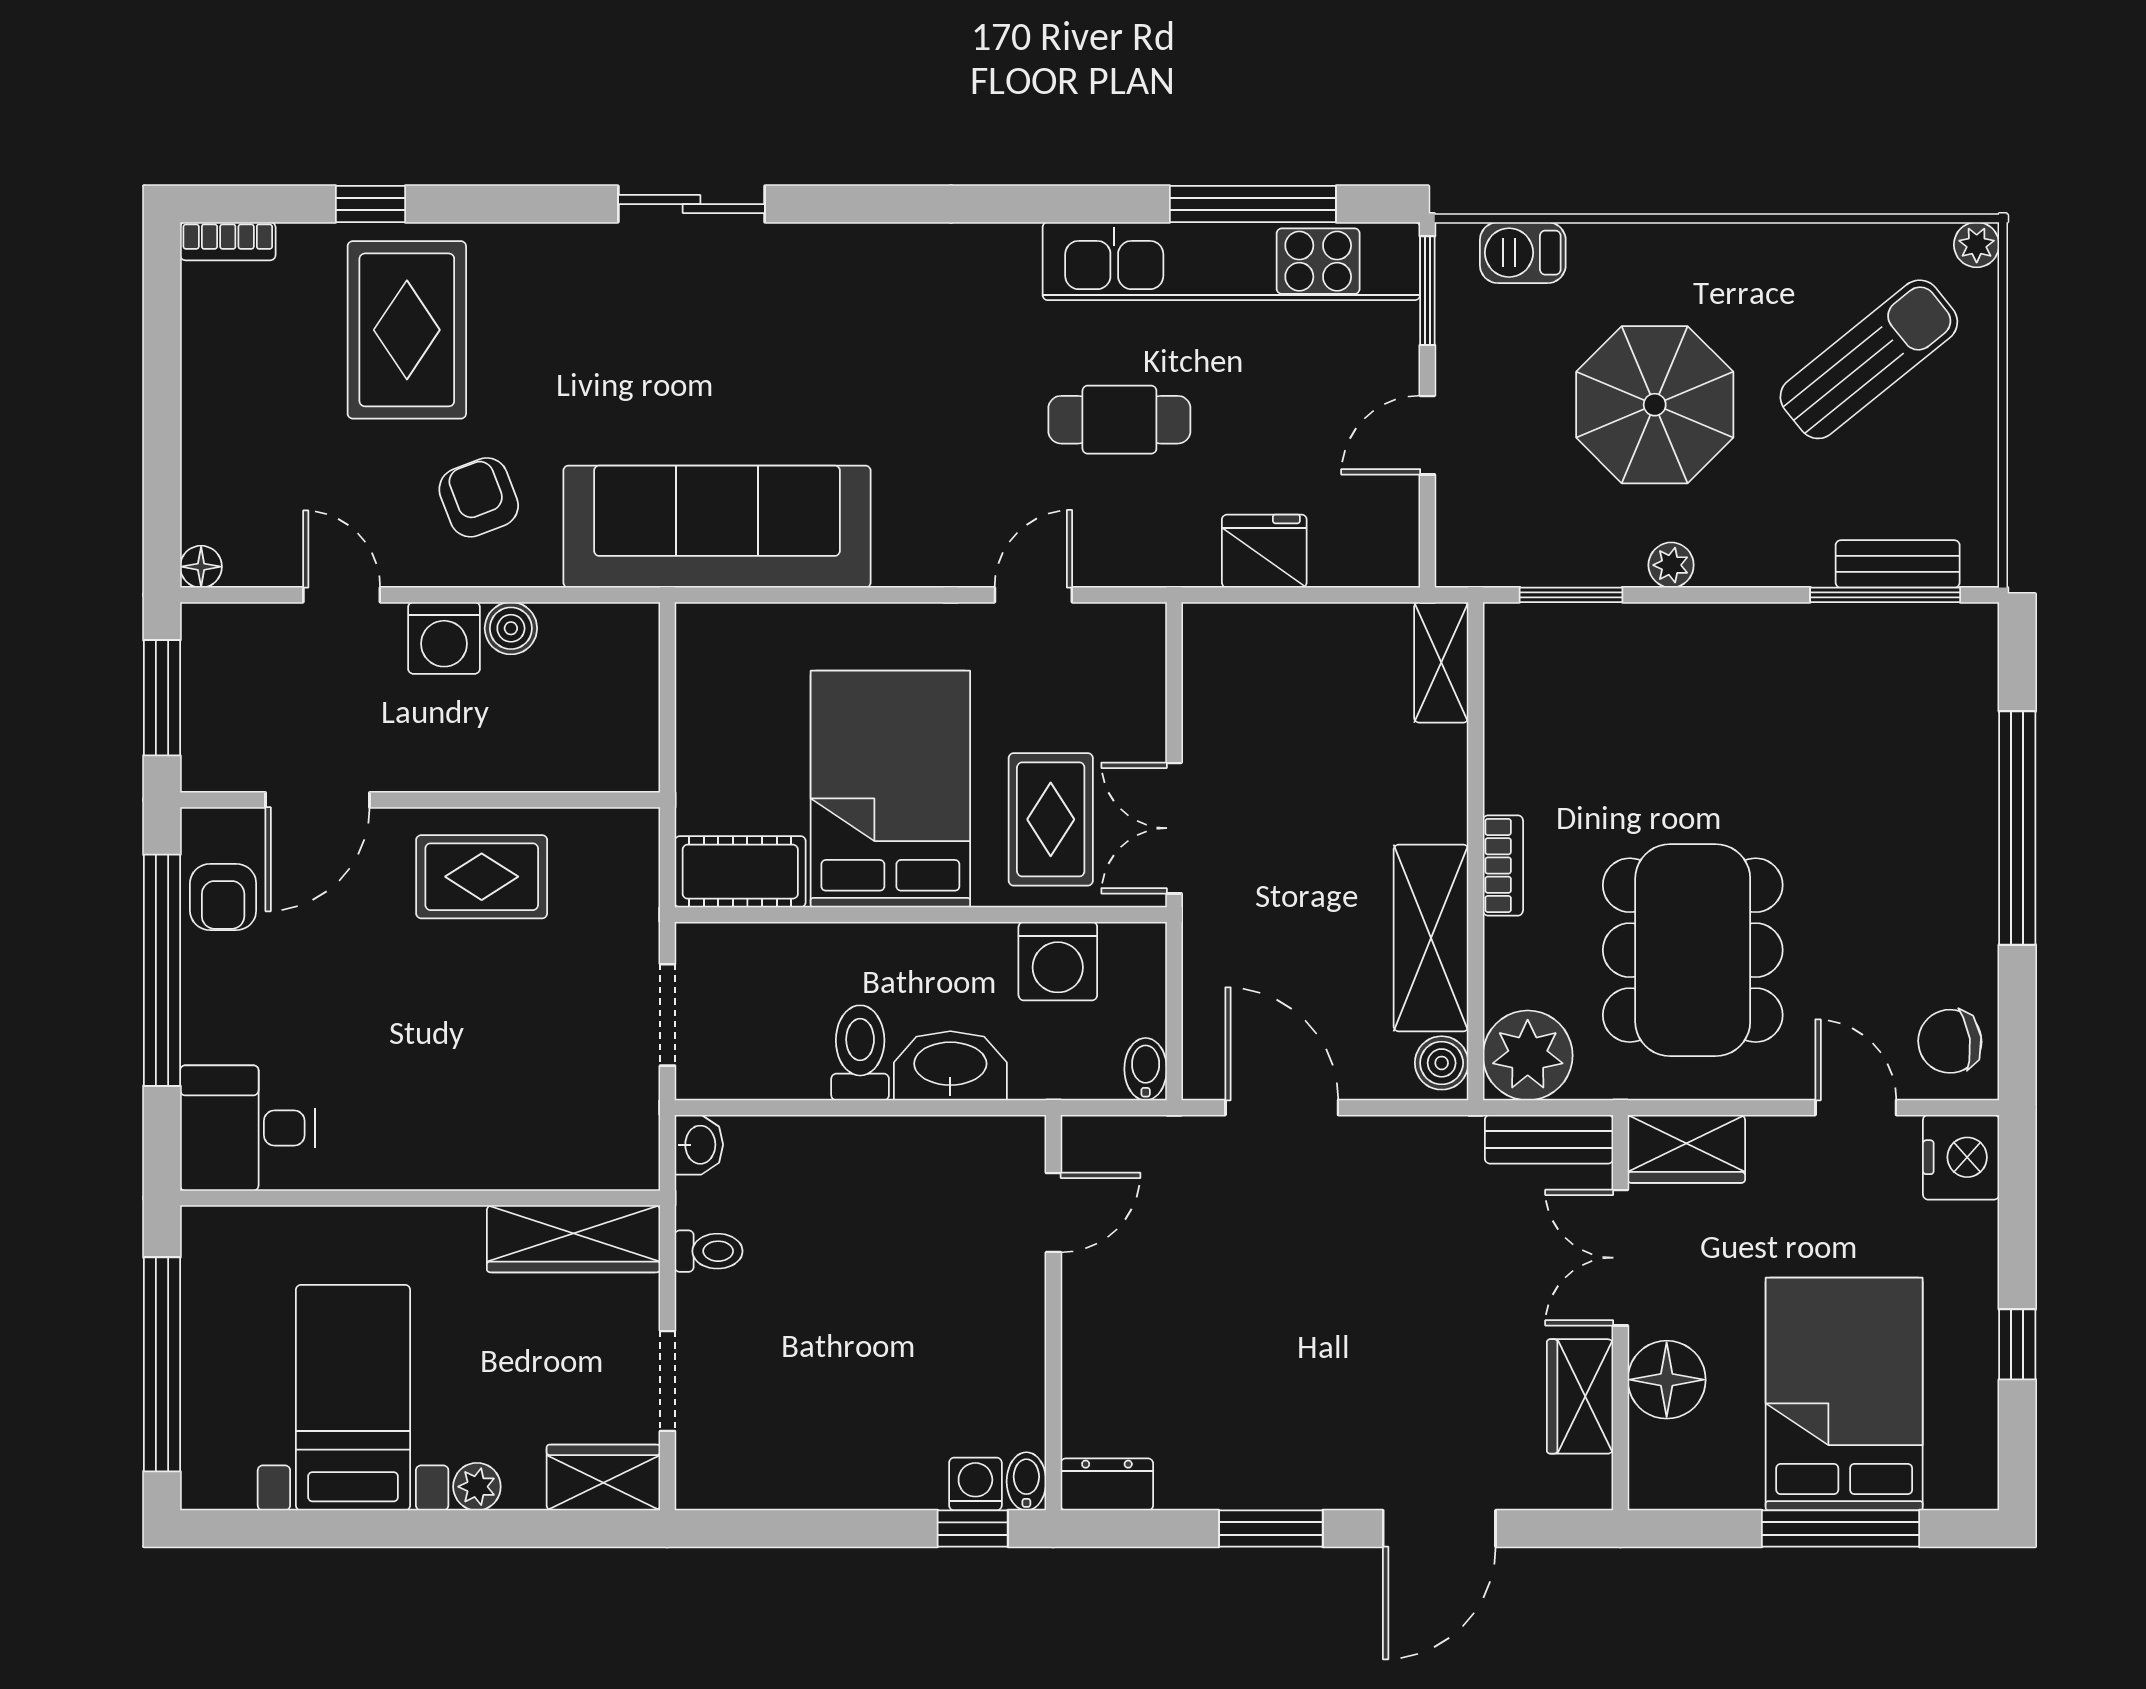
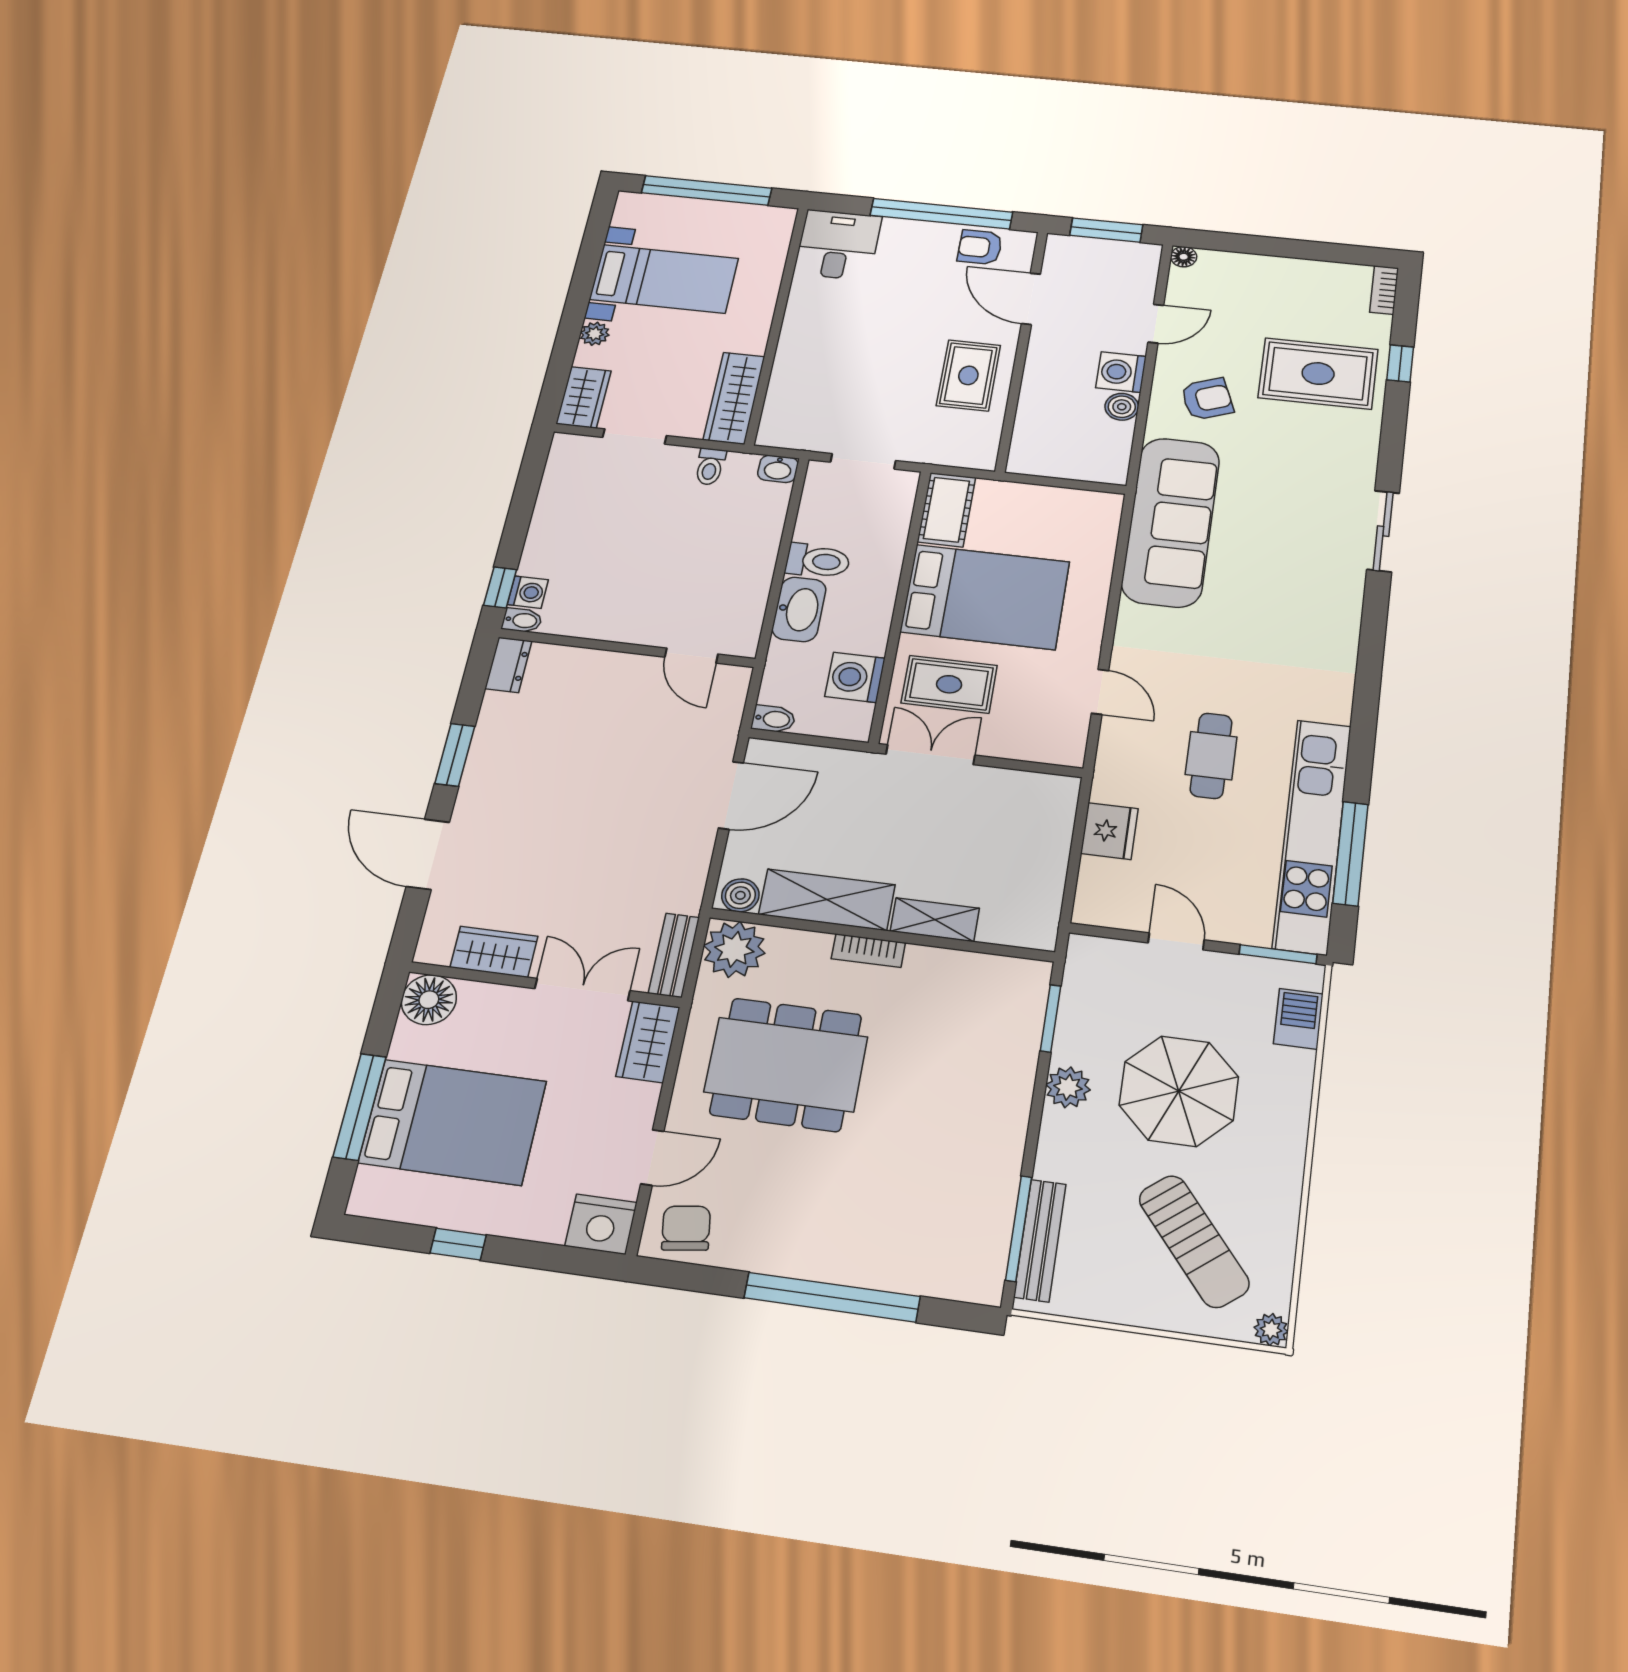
bench: (1898, 564) -> (1040, 1240), width x1.36
plant: (1671, 565) -> (1068, 1087), width x1.38, depth x1.38
shelving: (1441, 662) -> (935, 920), moved
floor lamp: (1667, 1380) -> (429, 1000), moved

